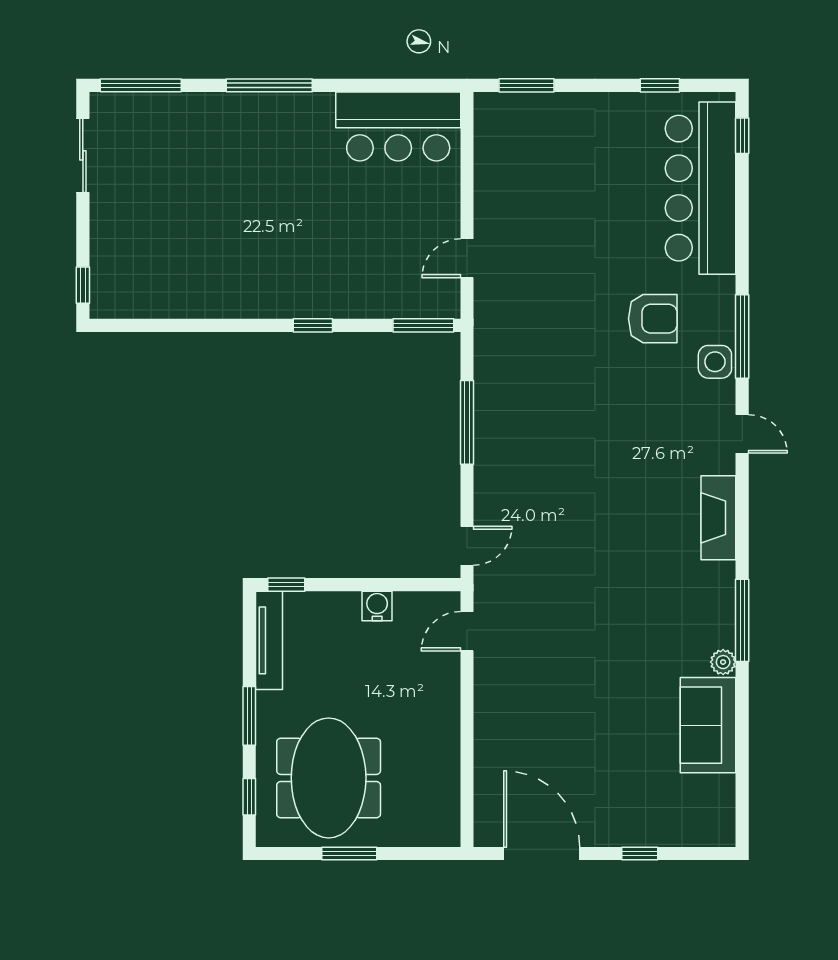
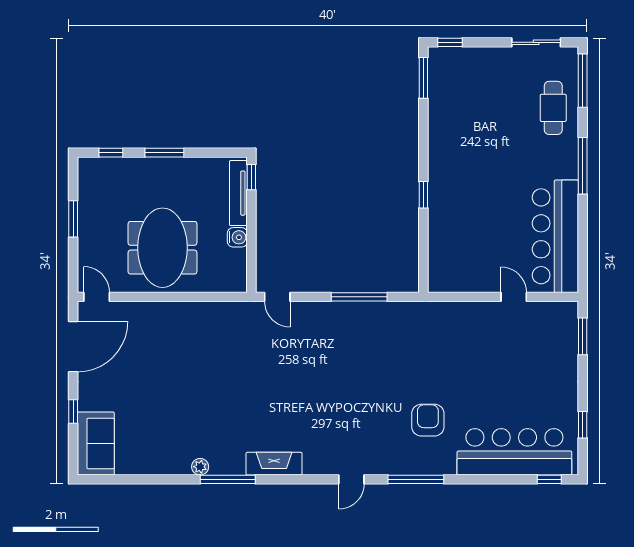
bar counter: (398, 126) -> (555, 236), width x1.36
cafe table: (182, 130) -> (553, 108), added
door: (467, 258) -> (514, 297), moved
armchair: (653, 319) -> (428, 420), turned 180
window: (423, 325) -> (423, 78), moved
side table: (715, 362) -> (399, 461), removed
fireplace: (718, 518) -> (274, 464), moved
door: (467, 631) -> (97, 297), moved
tv unit: (269, 640) -> (238, 193), moved, turned 90
sofa: (708, 725) -> (96, 443), moved, turned 90
meeting table: (329, 778) -> (162, 248), moved, turned 90

